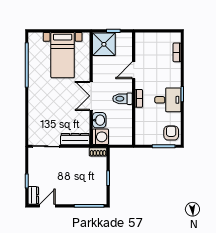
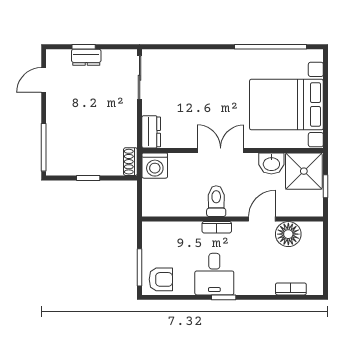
floor lamp: (143, 54) -> (288, 234), added
bed with nightstands: (63, 55) -> (286, 105), width x1.36
door: (134, 70) -> (262, 219), hinge flipped
washbasin: (99, 120) -> (271, 163), moved
dresser: (75, 139) -> (151, 132), width x0.70
dresser: (33, 195) -> (86, 57), moved
door: (47, 206) -> (44, 80), swing flipped

